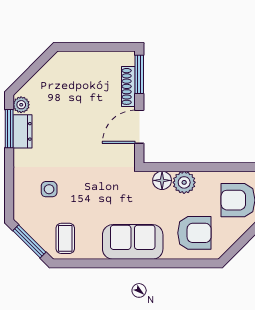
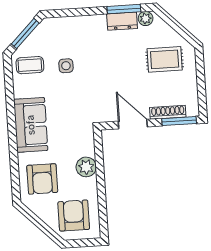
rug: (69, 86) -> (165, 59), added
floor lamp: (162, 180) -> (87, 147), removed
side table: (49, 189) -> (66, 66), moved

